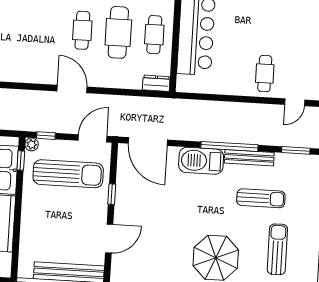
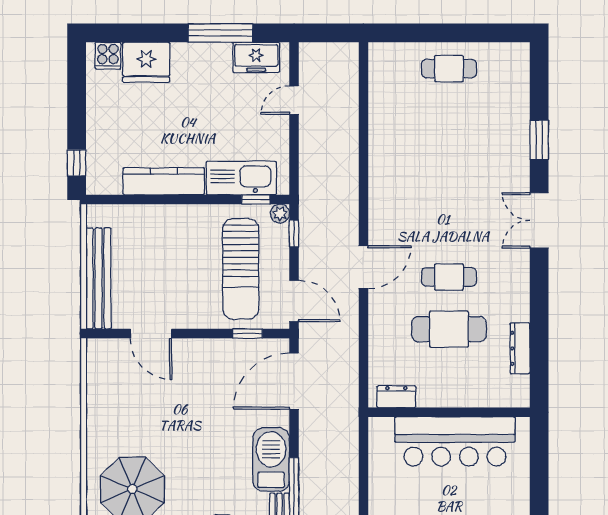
cafe table: (154, 35) -> (449, 381), removed
dresser: (156, 83) -> (396, 397), moved, turned -90
window: (112, 194) -> (247, 334), moved

